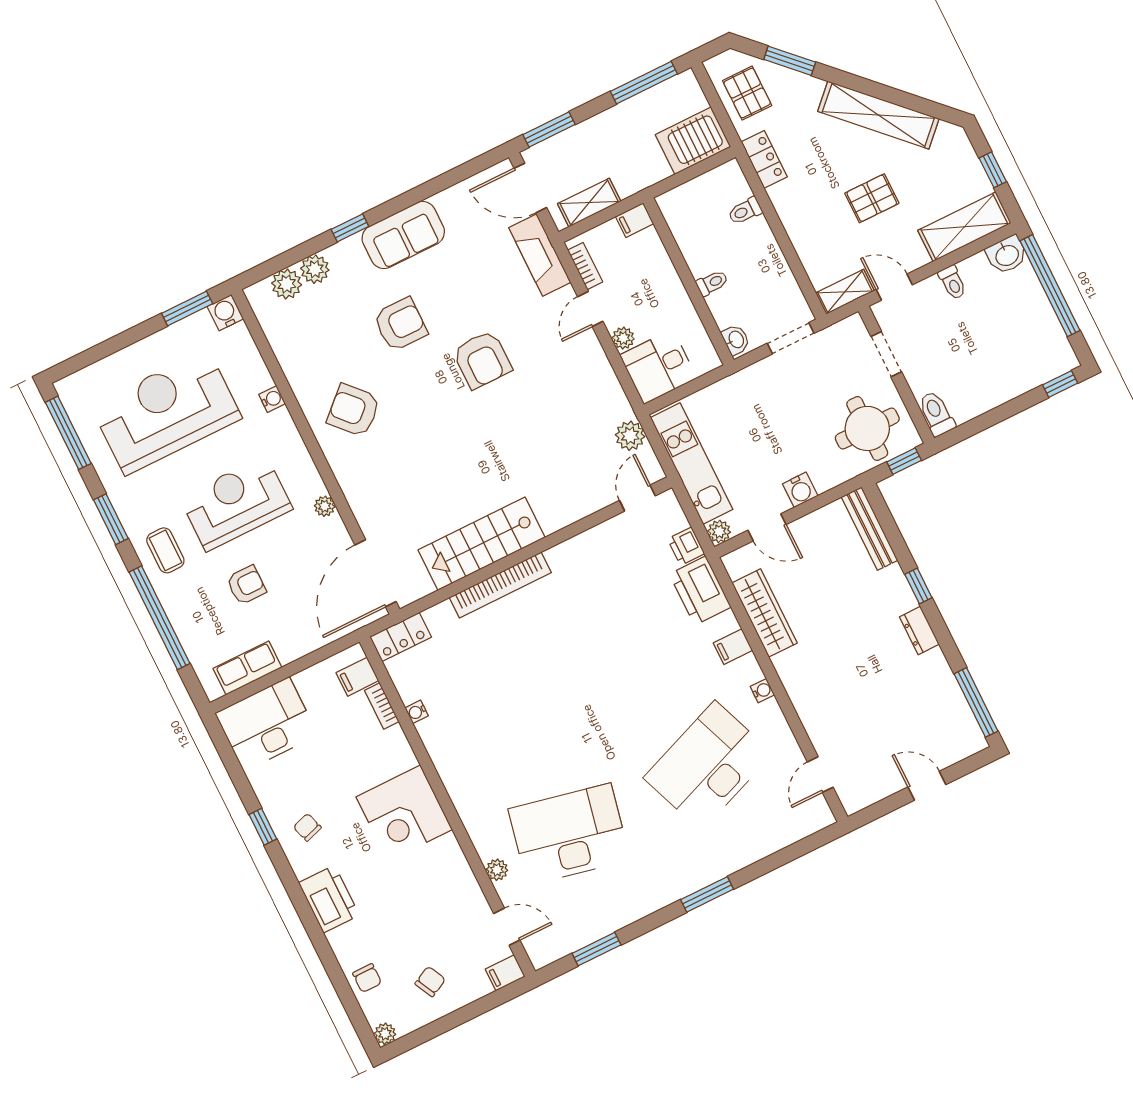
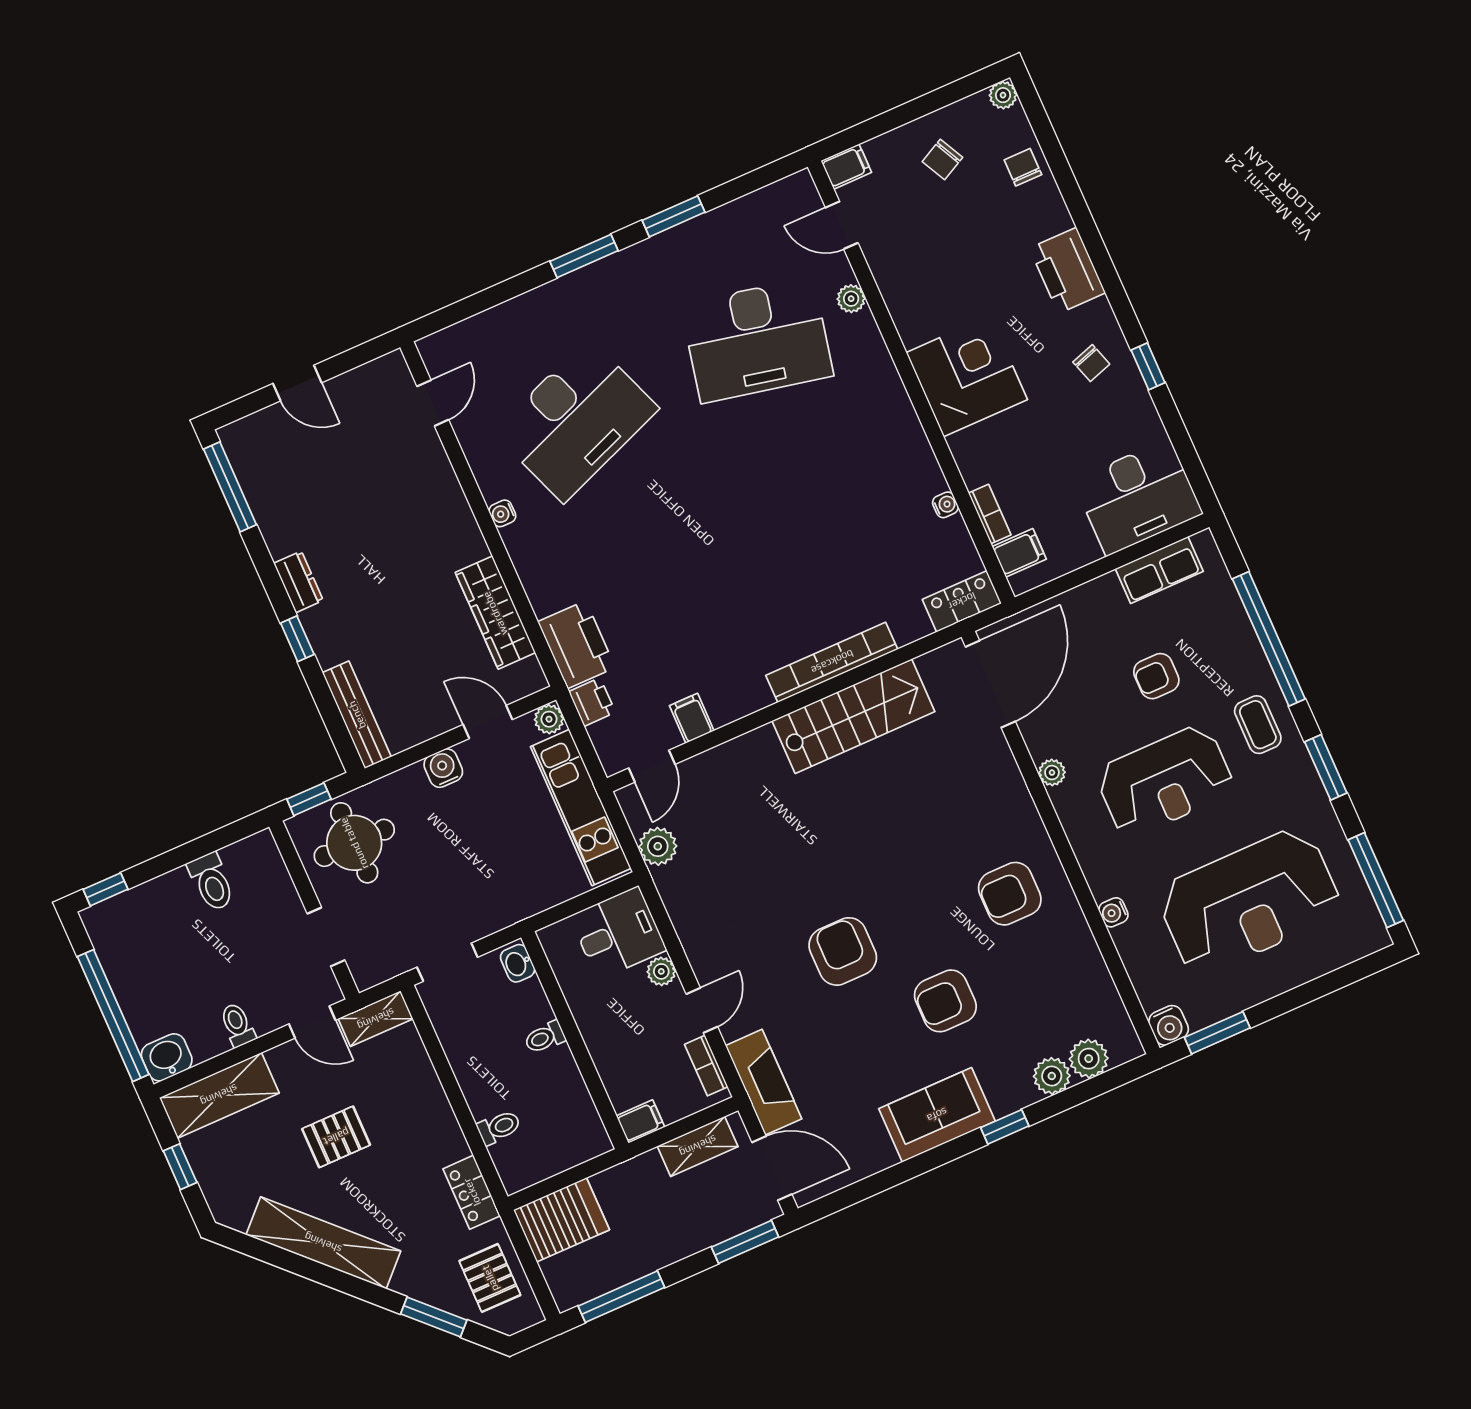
armchair: (354, 410) -> (1010, 894), turned 133
toilet: (936, 414) -> (211, 882), moved
filing cabinet: (733, 647) -> (692, 718), moved, turned -90
window: (596, 949) -> (673, 216), moved

